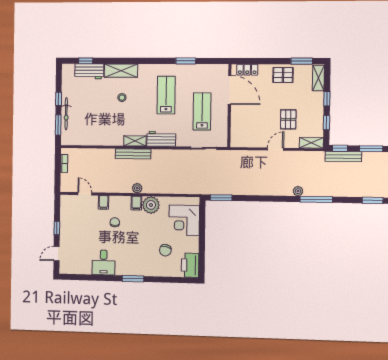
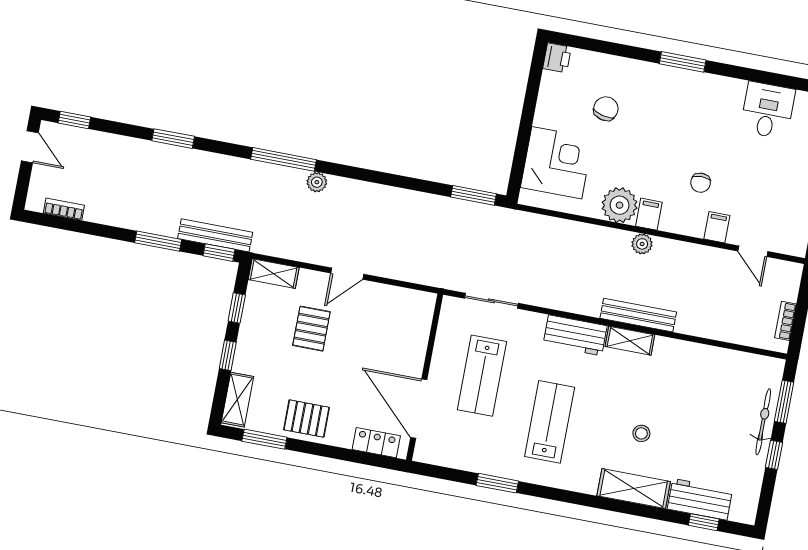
lab bench: (166, 95) -> (550, 422), turned 180
desk: (104, 262) -> (768, 110), moved
printer: (190, 265) -> (557, 58), width x0.53, depth x0.68

